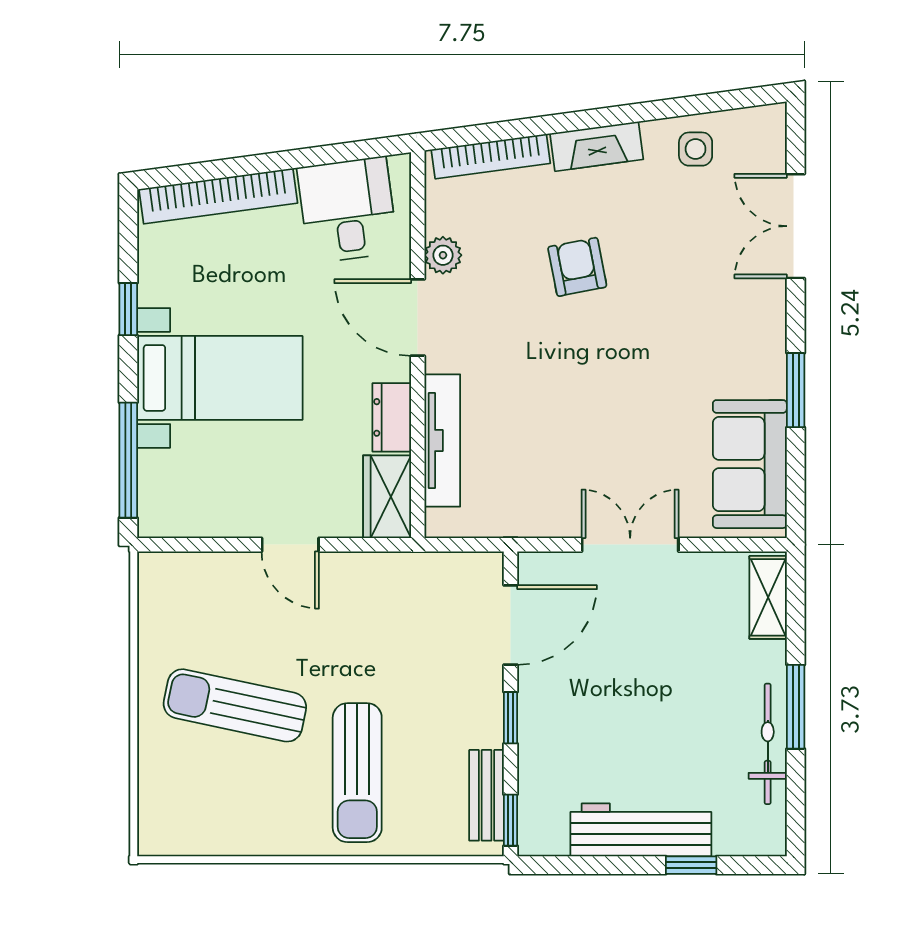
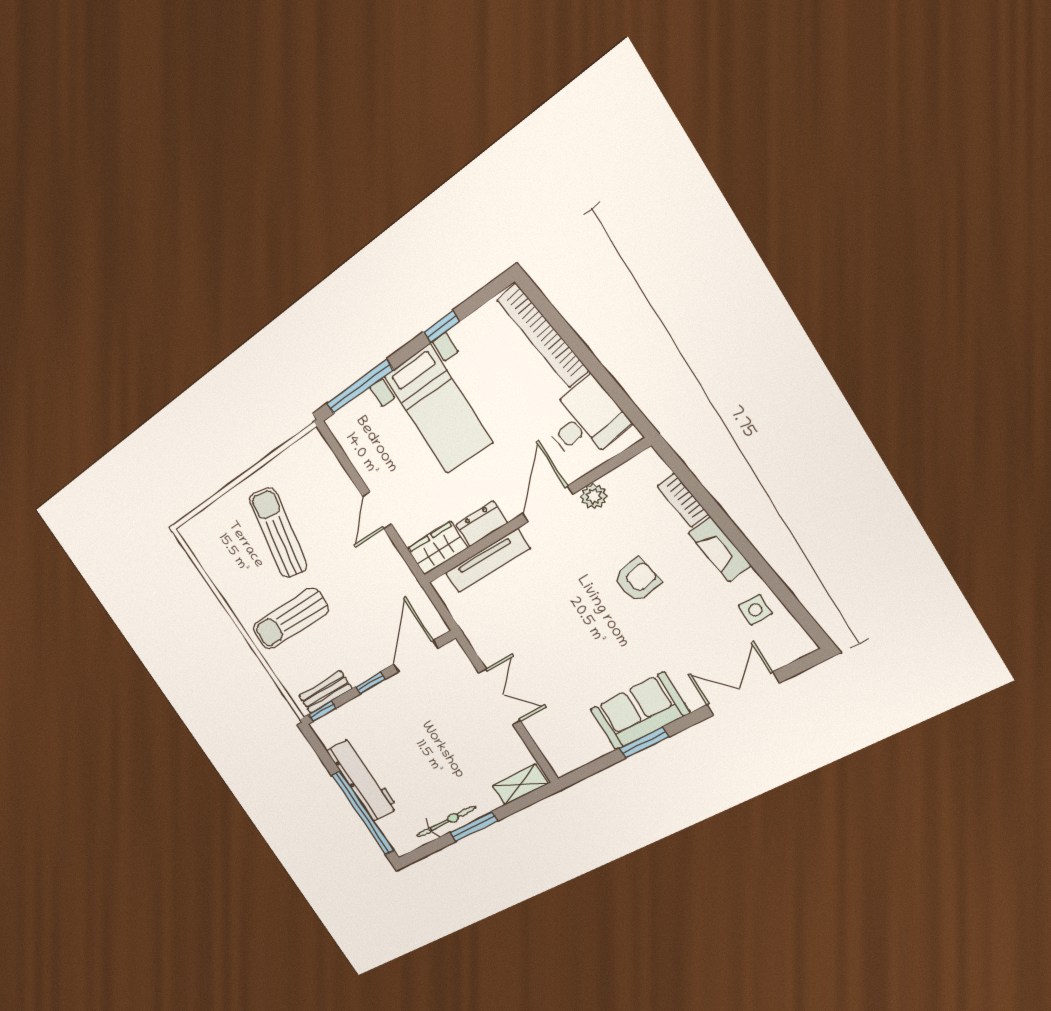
bookcase: (491, 156) -> (683, 500), width x0.64
sofa: (750, 464) -> (640, 711), moved
door: (511, 625) -> (416, 656), swing flipped
window: (691, 865) -> (363, 813), width x3.17

